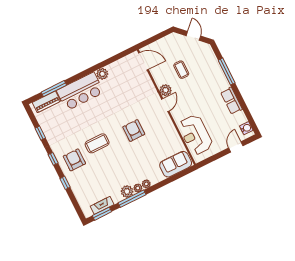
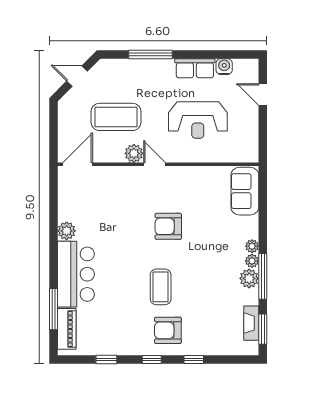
coffee table: (181, 70) -> (116, 117), width x1.86, depth x1.72
water cooler: (246, 128) -> (224, 67), moved
reception desk: (195, 135) -> (198, 120), moved

